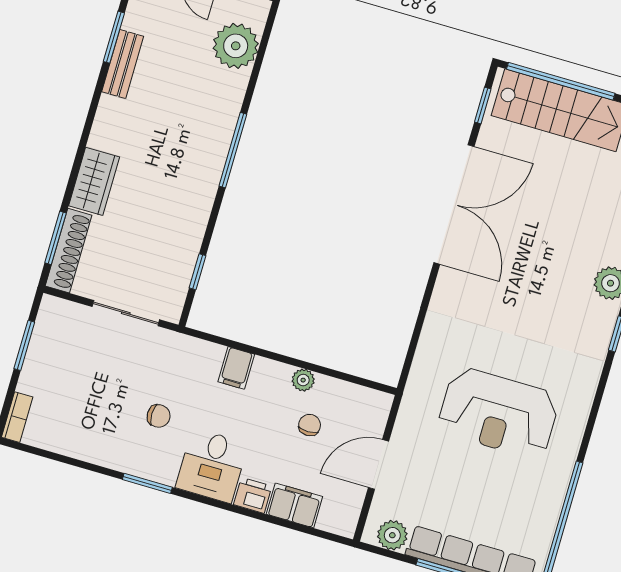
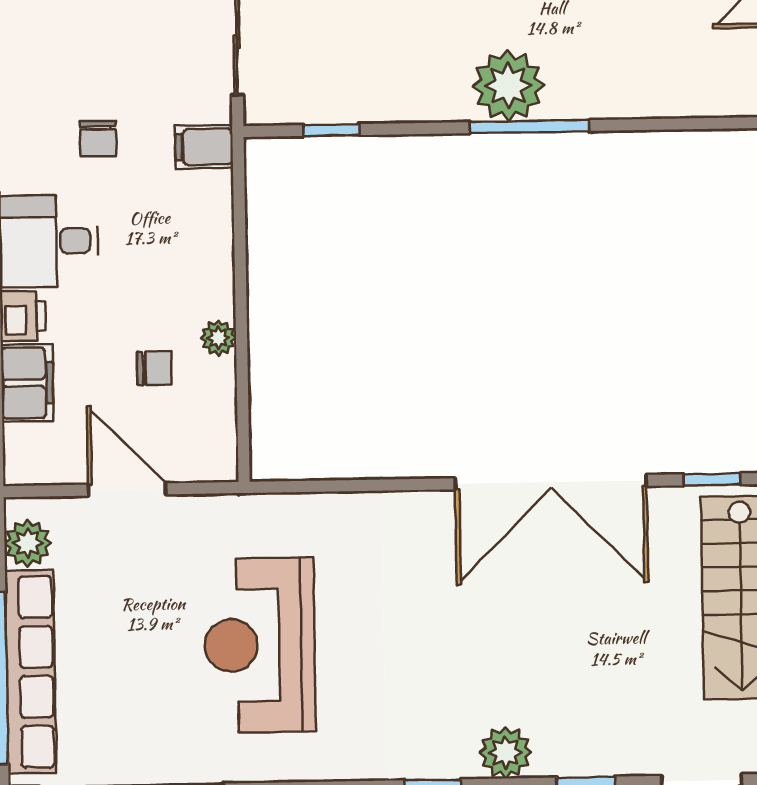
plant: (236, 46) -> (508, 86), moved
filing cabinet: (236, 368) -> (204, 147), moved

